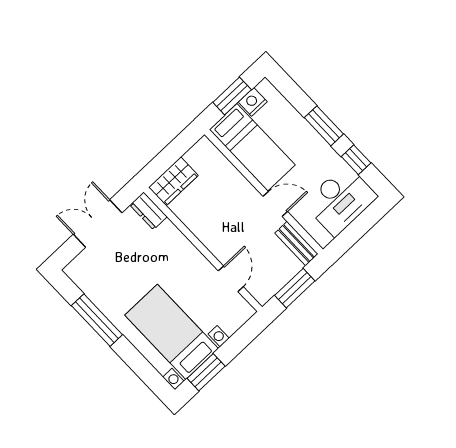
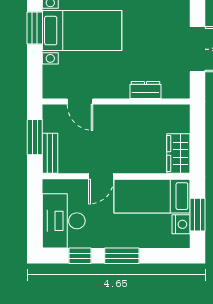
wardrobe: (173, 181) -> (178, 154), moved
dresser: (149, 211) -> (145, 90), moved
bench: (296, 244) -> (50, 153), moved, turned 90

